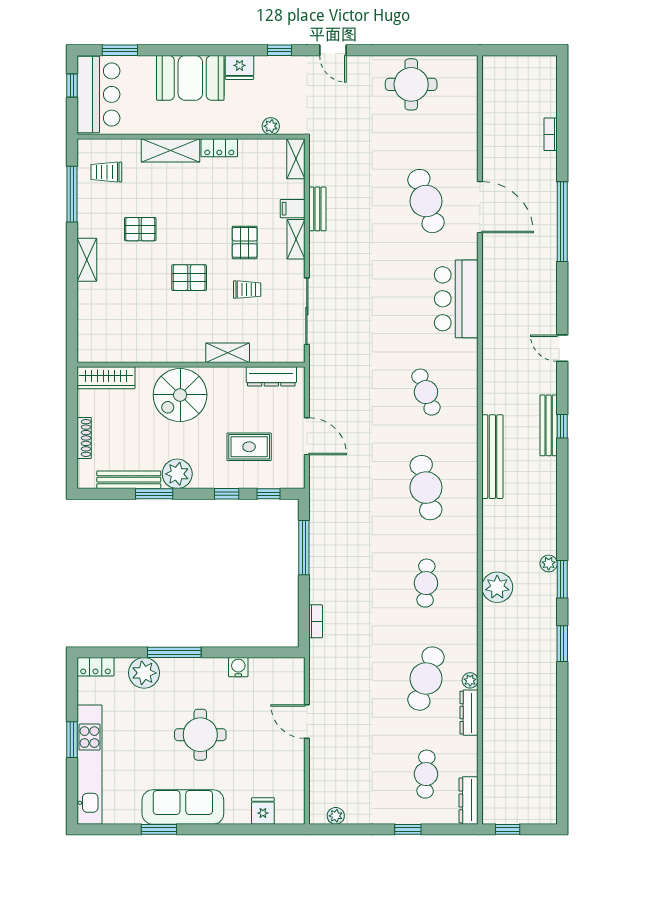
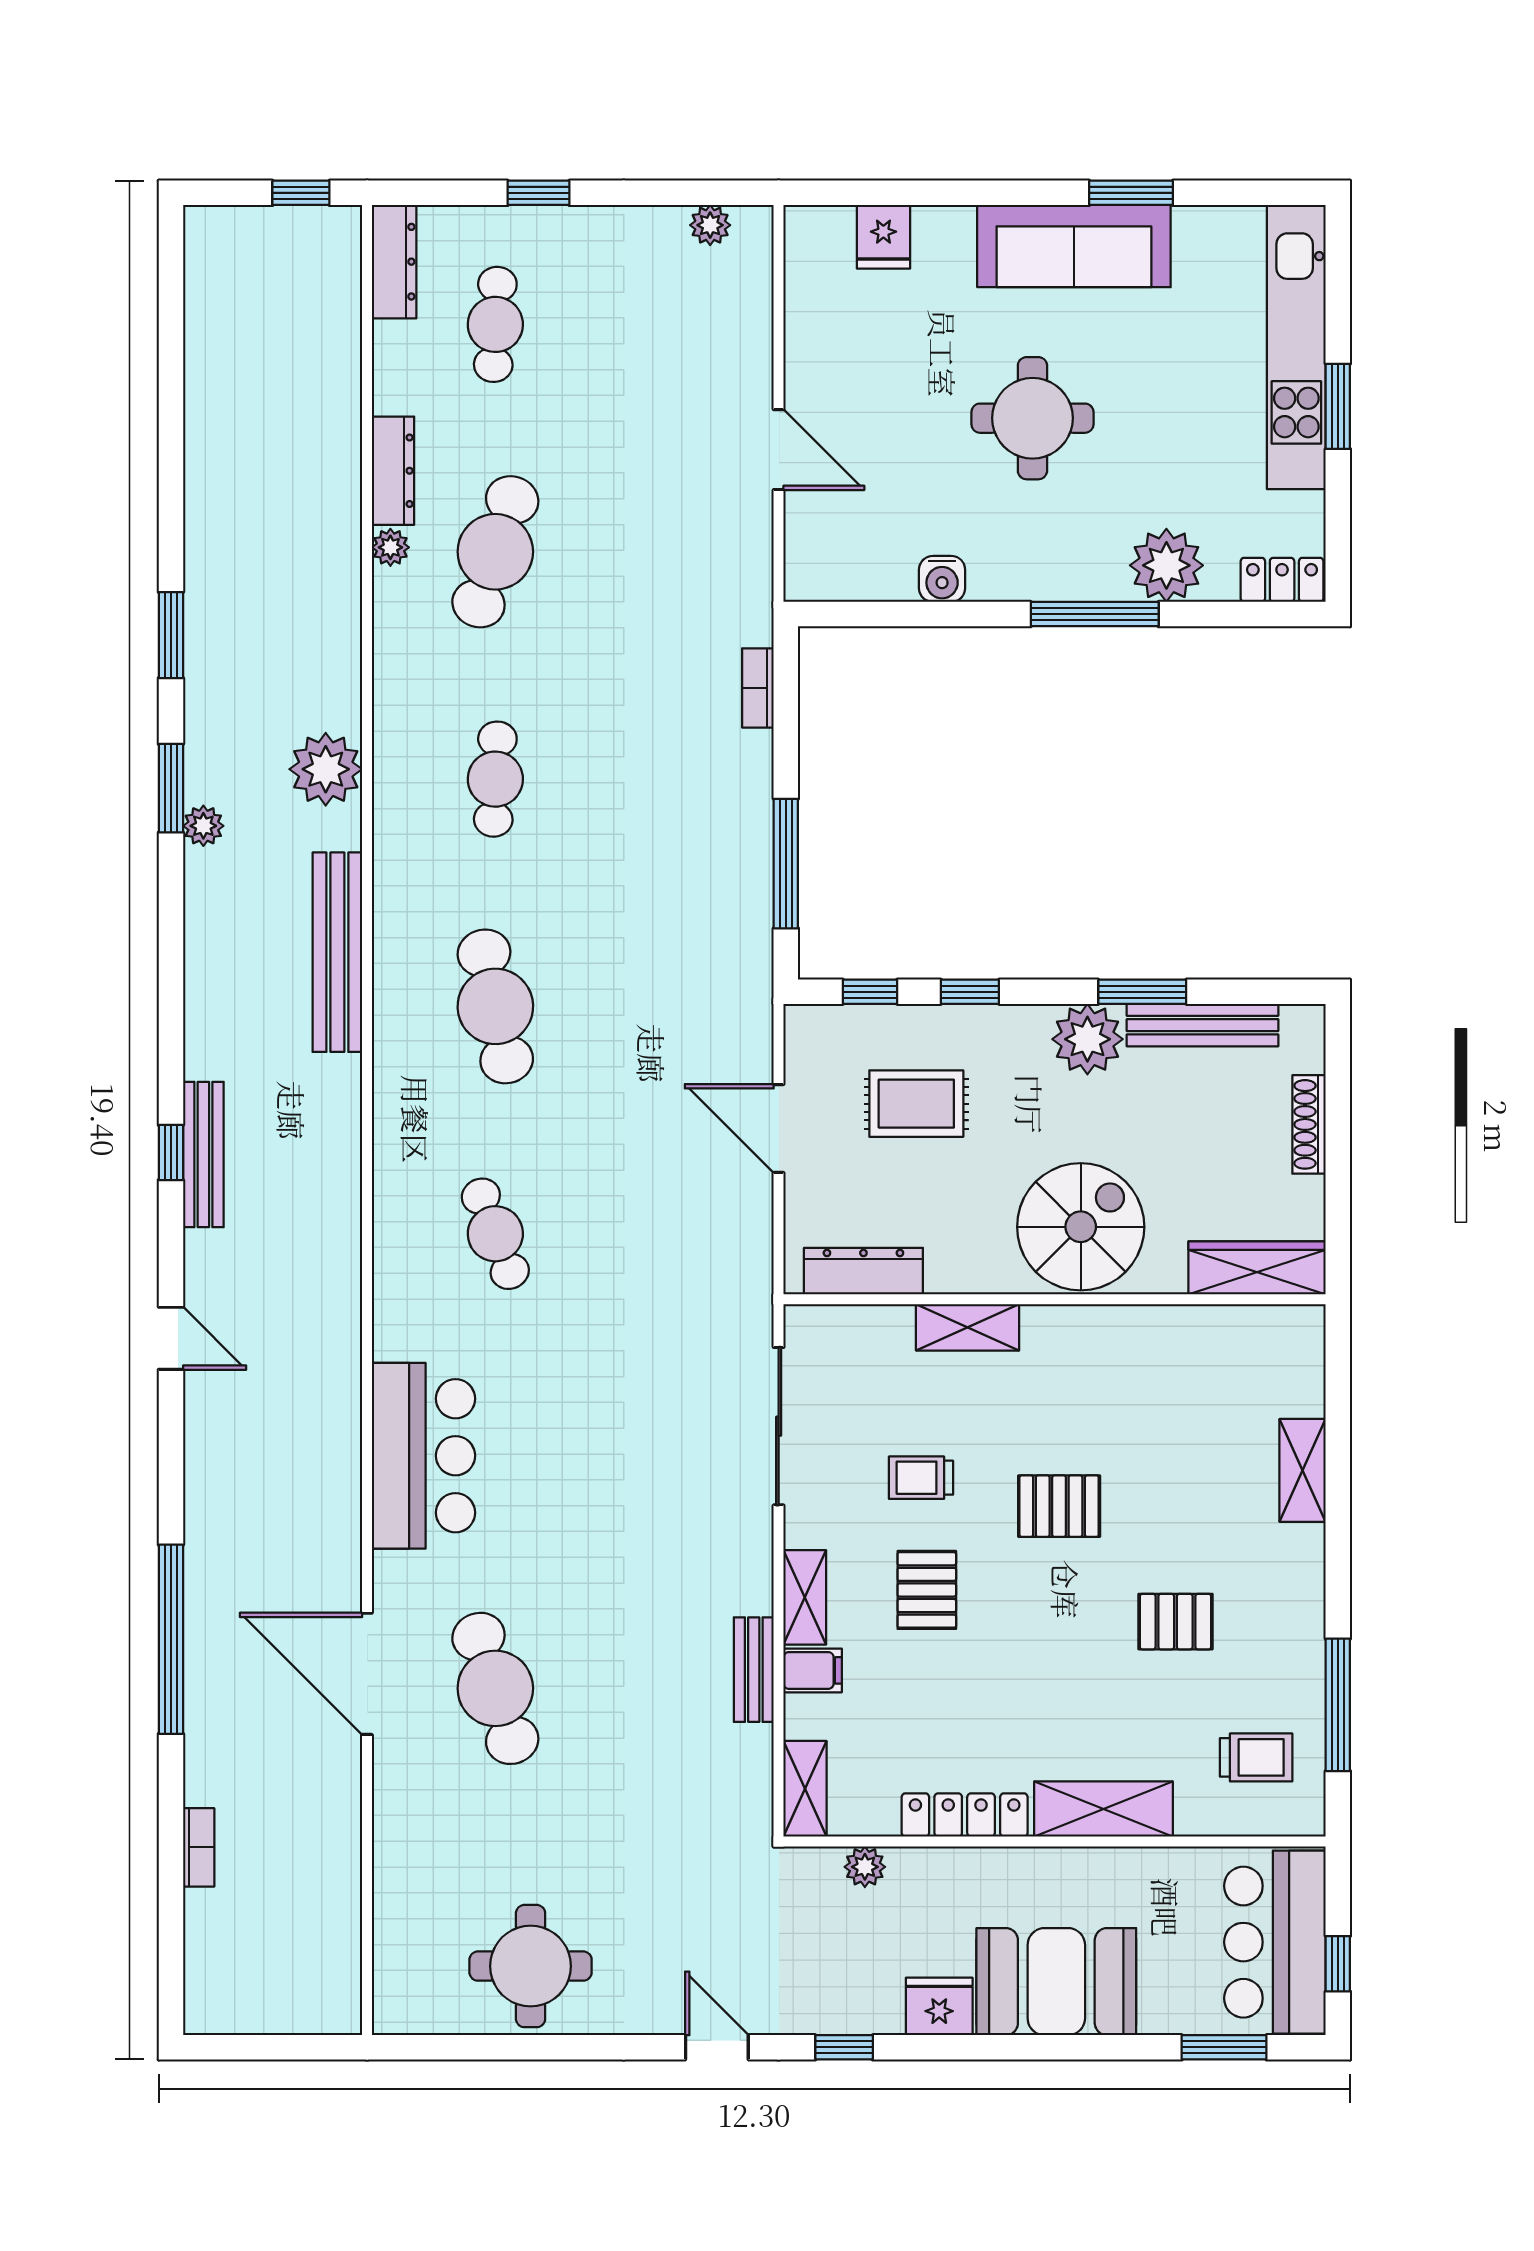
locker: (219, 148) -> (965, 1815), width x1.53
shelving: (87, 260) -> (1303, 1470), moved
bench: (492, 457) -> (337, 952), moved

